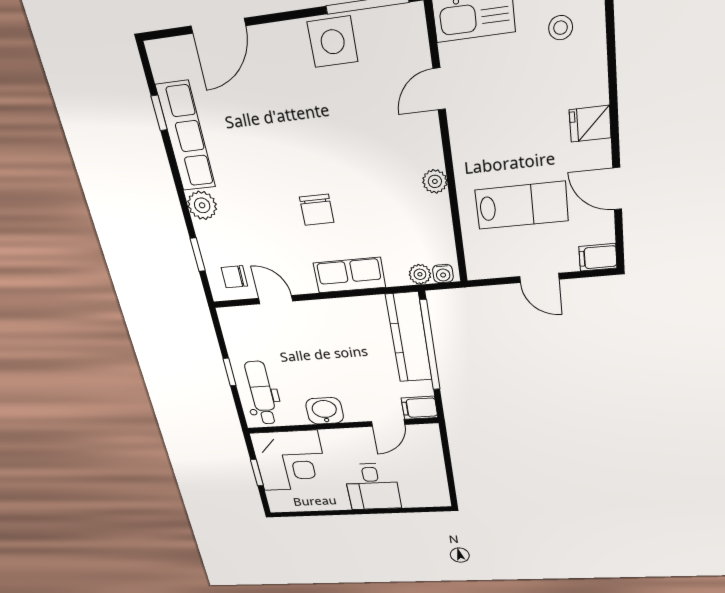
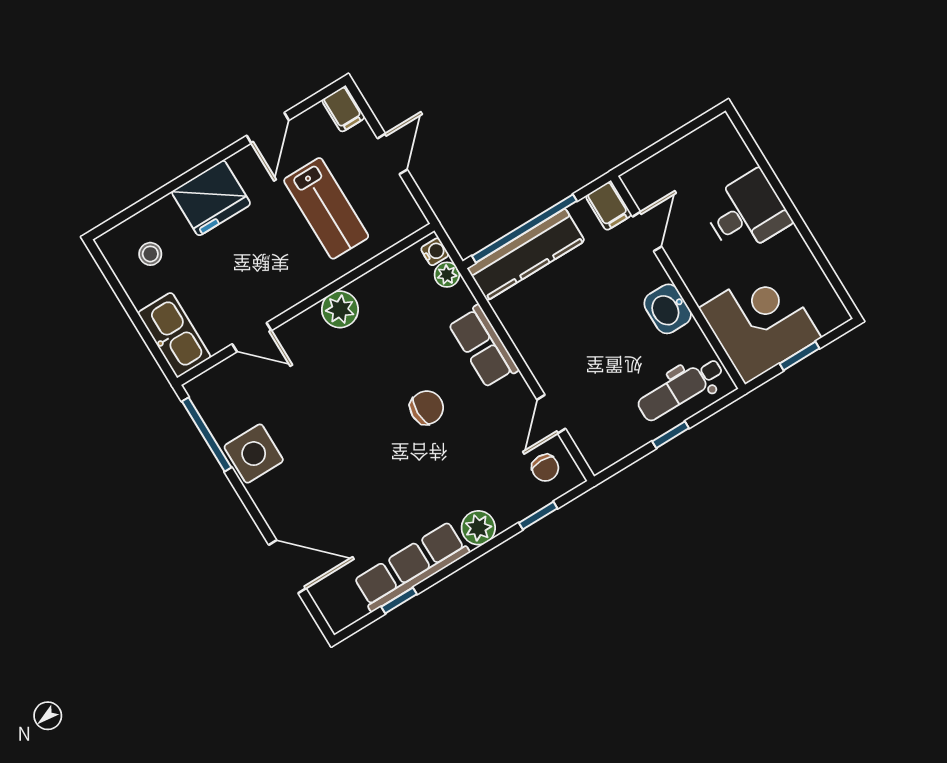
fridge: (590, 124) -> (211, 198), width x1.88, depth x1.34
plant: (435, 181) -> (340, 309), width x1.38, depth x1.38
lab bench: (522, 205) -> (326, 208), turned 180
door: (388, 423) -> (647, 232), hinge flipped

